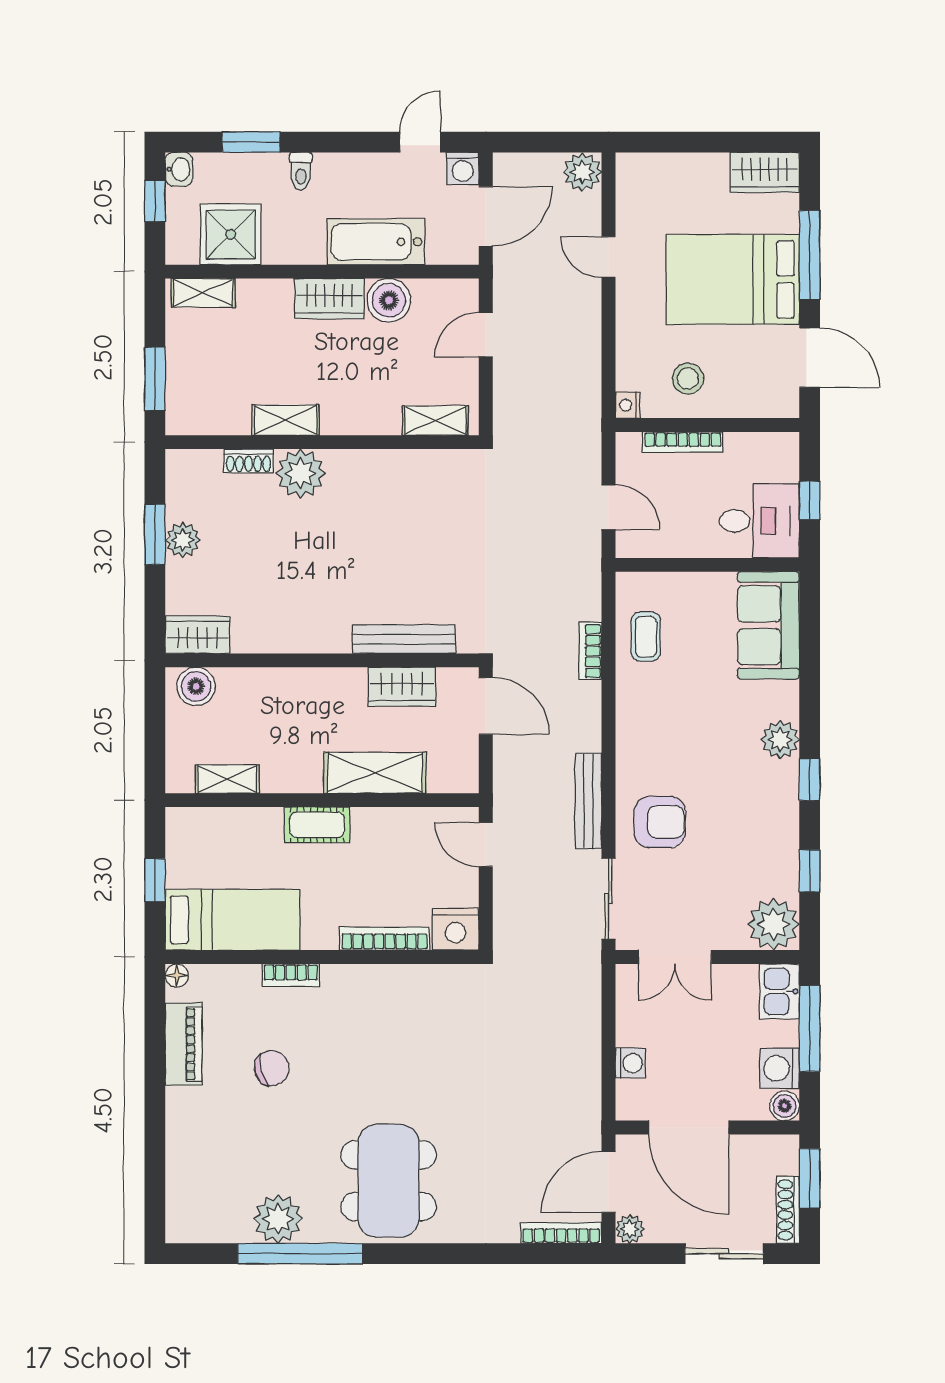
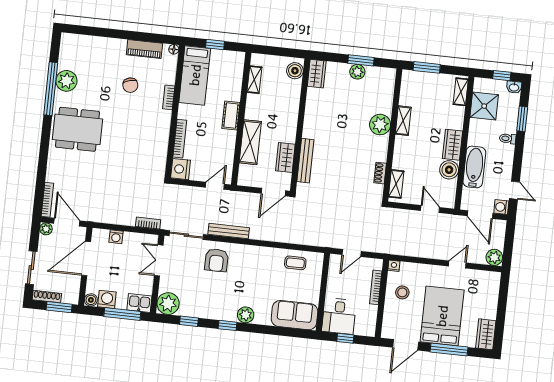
shoe rack: (248, 461) -> (380, 173), moved
bookcase: (590, 651) -> (148, 223), moved

